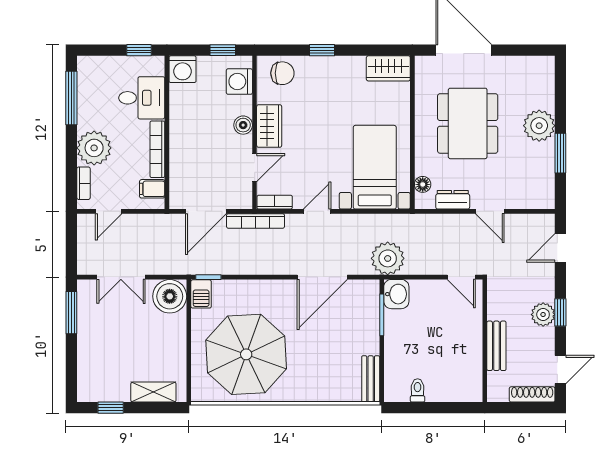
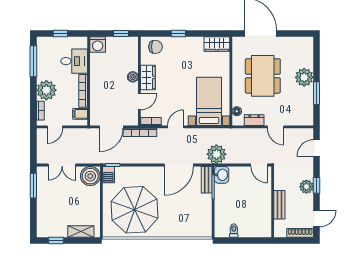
window: (139, 50) -> (60, 34), moved
washing machine: (239, 82) -> (131, 52), removed
bench: (371, 379) -> (207, 180), moved

